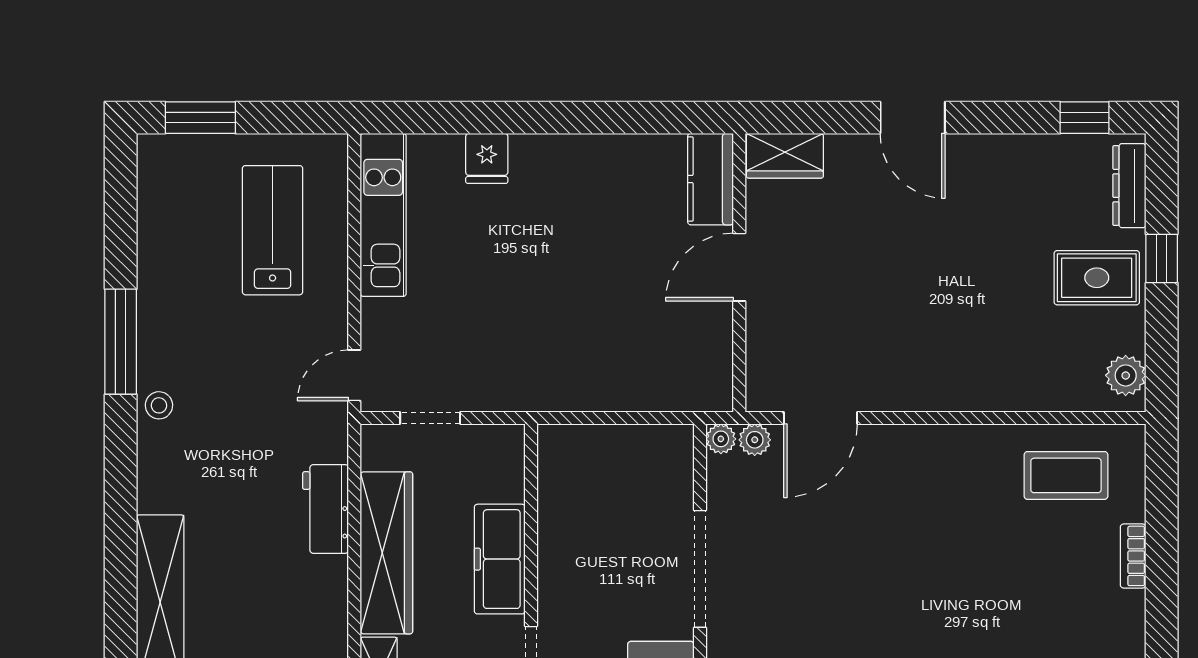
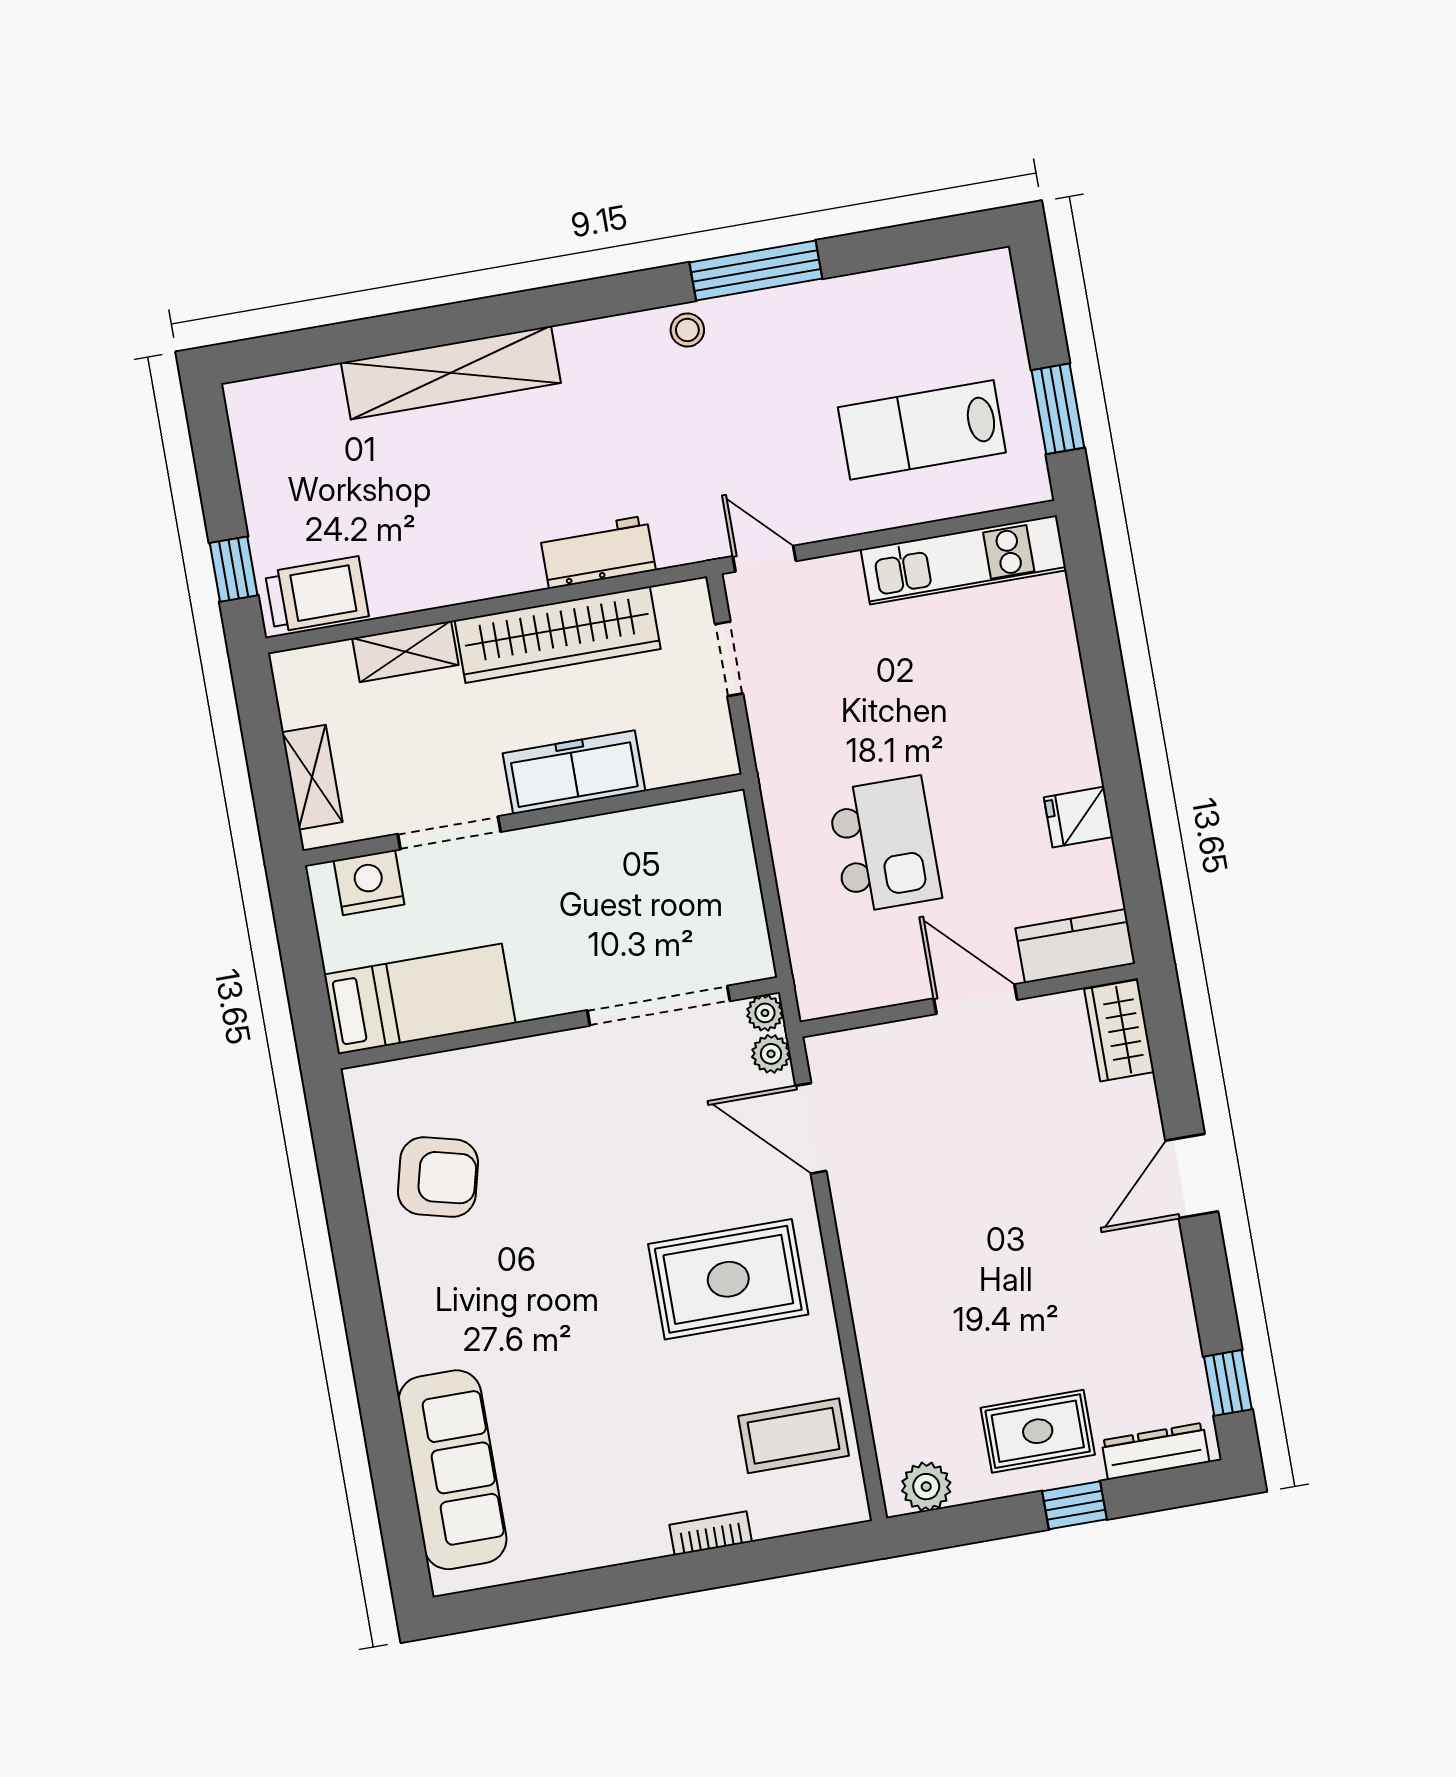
window: (200, 118) -> (1058, 409), moved
fridge: (487, 158) -> (1079, 817), moved
lab bench: (273, 230) -> (922, 430), turned 180
rug: (1097, 278) -> (1038, 1431), turned 90
kitchen island: (602, 319) -> (884, 845), added
coffee table: (1066, 475) -> (793, 1436), turned 90
rug: (931, 506) -> (728, 1279), added
doorway: (700, 569) -> (659, 1006), moved

